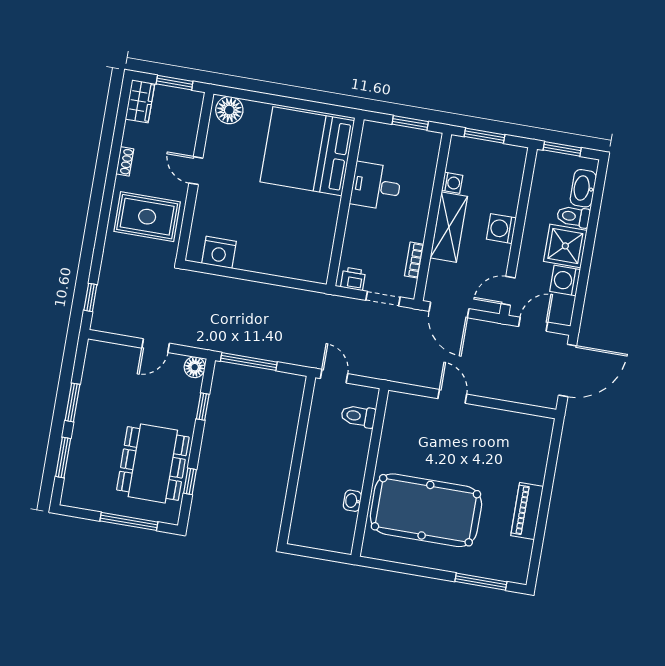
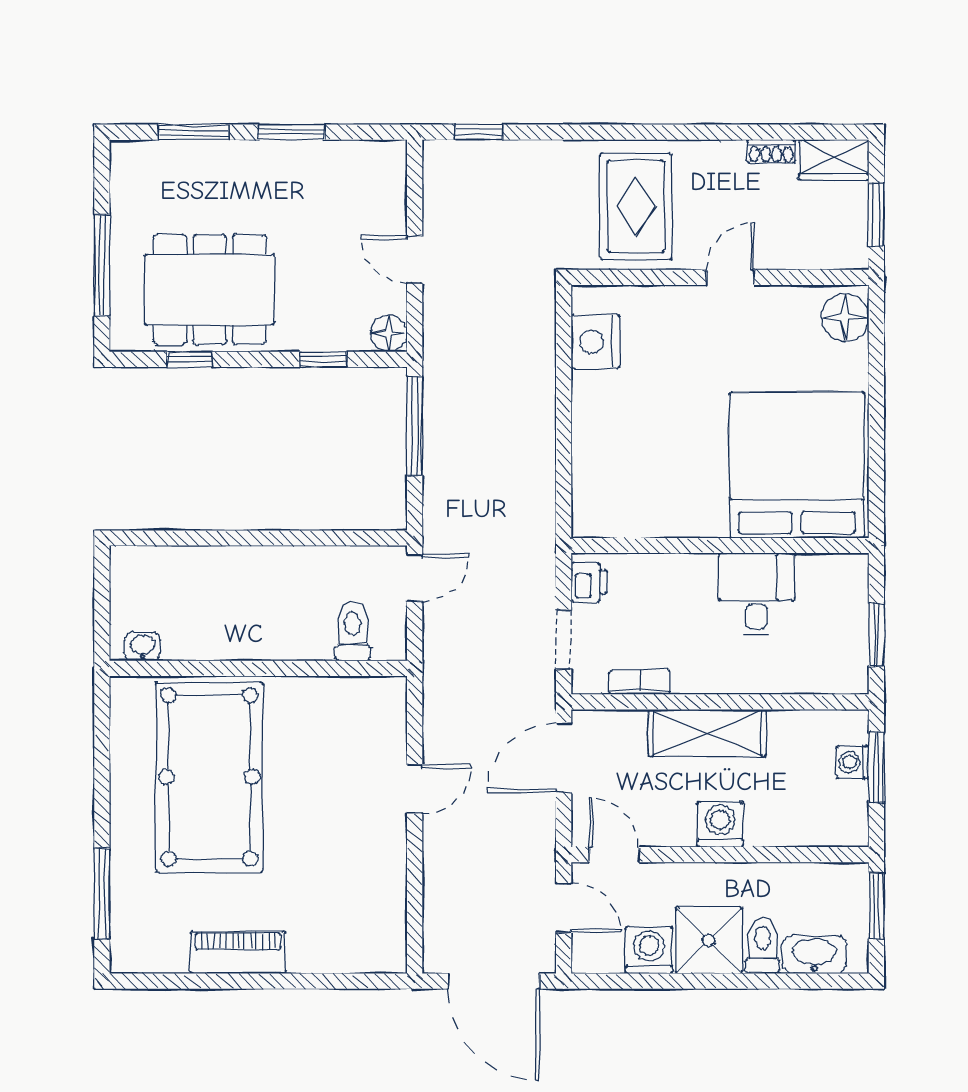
shoe rack: (125, 161) -> (771, 151), moved
washing machine: (452, 183) -> (853, 762), moved, turned 90
washbasin: (352, 501) -> (142, 647), moved

